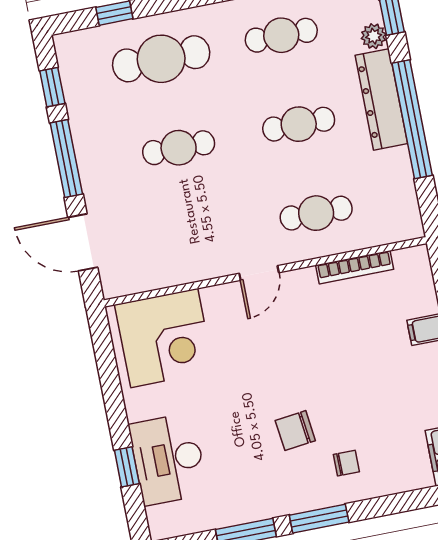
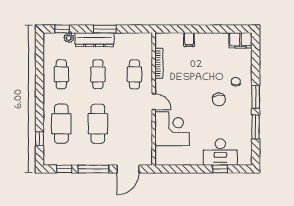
window: (412, 119) -> (105, 29), width x0.47
cafe table: (179, 148) -> (98, 124), width x1.37, depth x1.35
corner desk: (164, 338) -> (172, 129), moved

